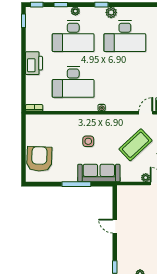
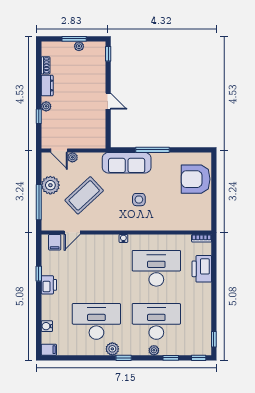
printer: (34, 63) -> (202, 269), moved
armchair: (39, 159) -> (196, 179), turned 88

